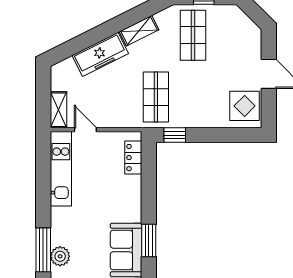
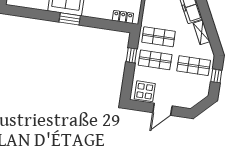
shop shelf: (193, 97) -> (155, 60), added
window: (175, 135) -> (132, 55), moved

